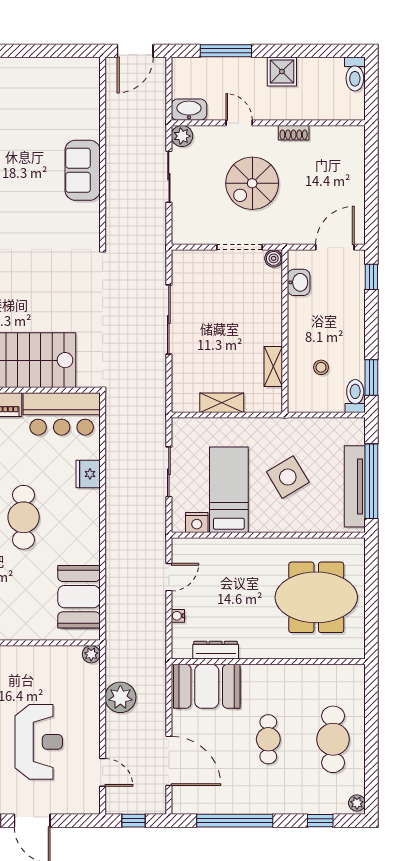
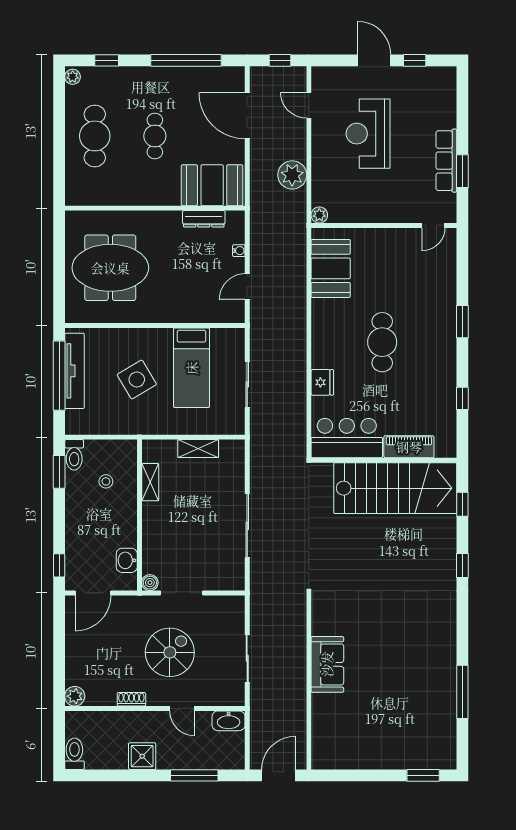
plant: (182, 136) -> (75, 696), moved
nightstand: (197, 523) -> (221, 337), removed

